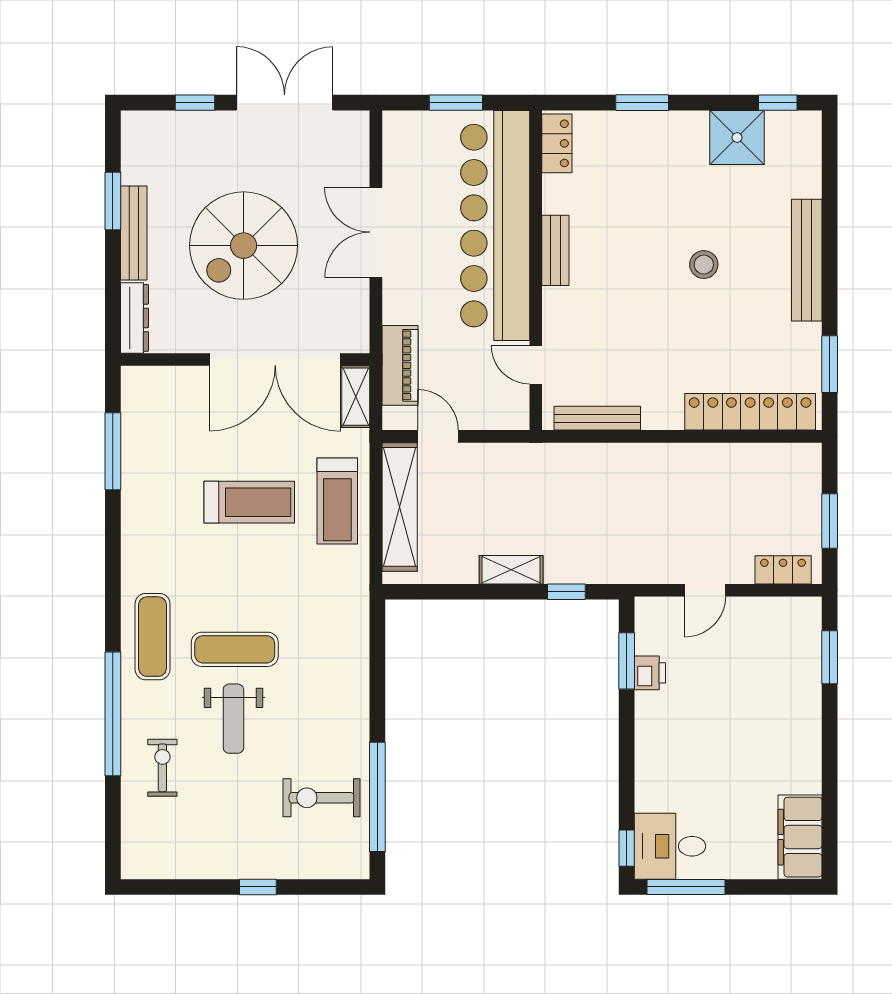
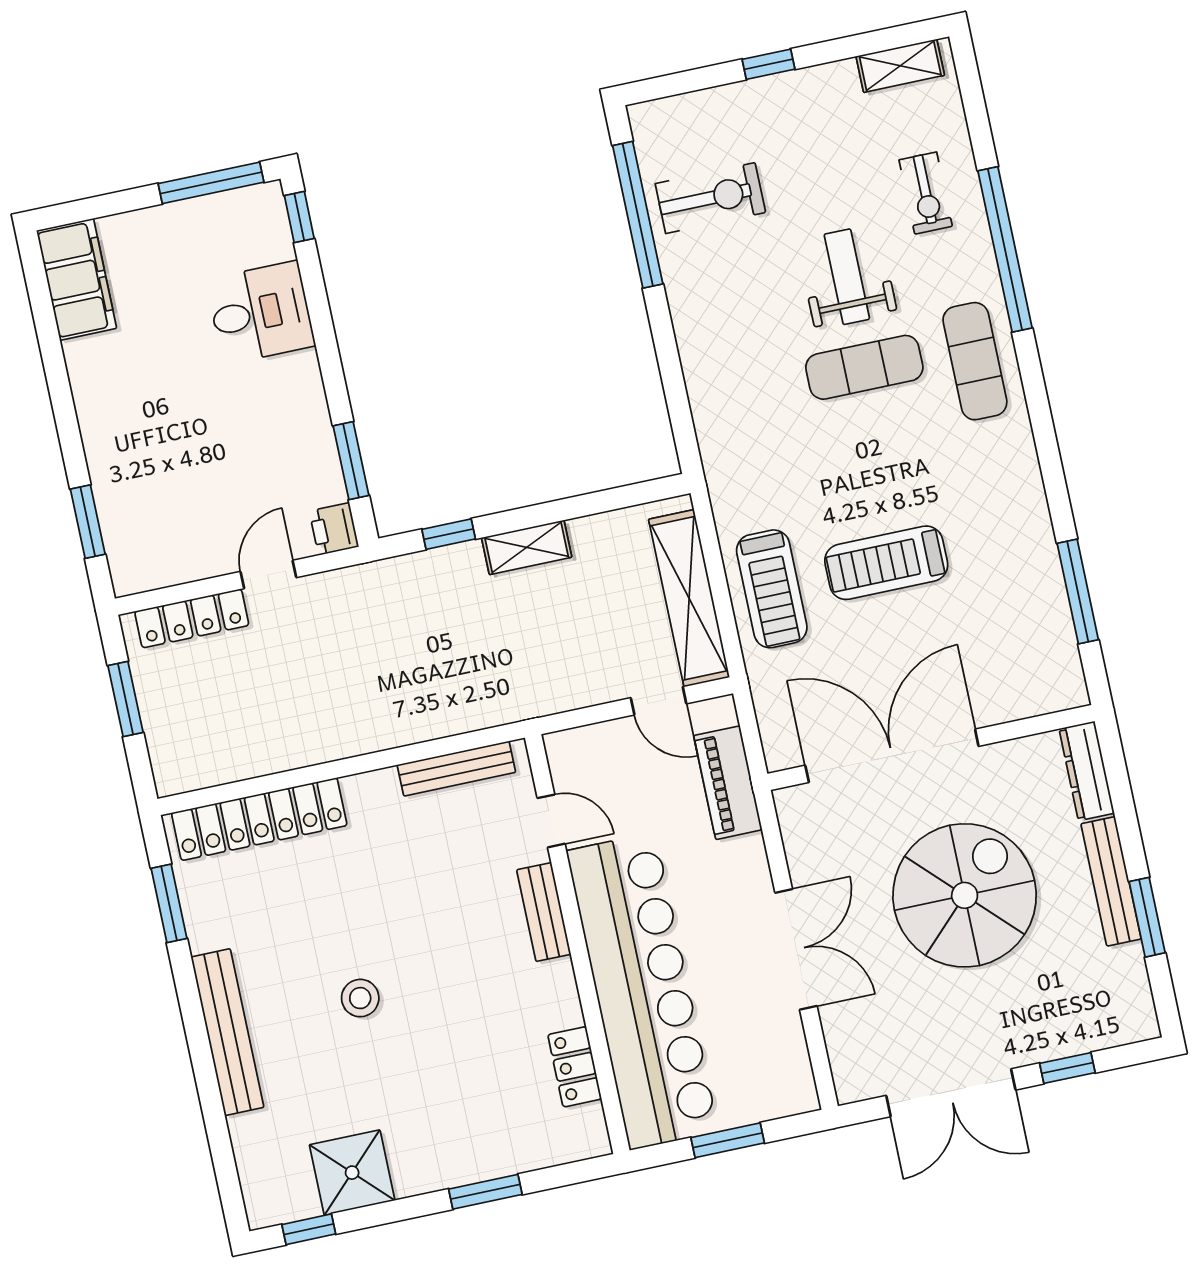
locker: (557, 143) -> (575, 1067), moved
bench: (555, 250) -> (544, 912), moved
shelving: (356, 397) -> (900, 66), moved, turned 90
treadmill: (337, 501) -> (772, 589), turned 180
locker: (783, 570) -> (192, 618), width x1.53
printer: (650, 673) -> (334, 529), moved
desk: (670, 846) -> (261, 313), moved

